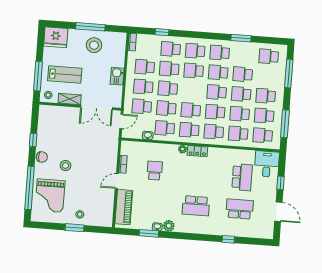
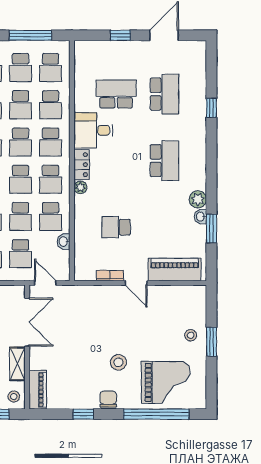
piano: (52, 111) -> (38, 390), added
desk: (267, 164) -> (93, 130), moved
school desk: (240, 209) -> (164, 94), turned 180

